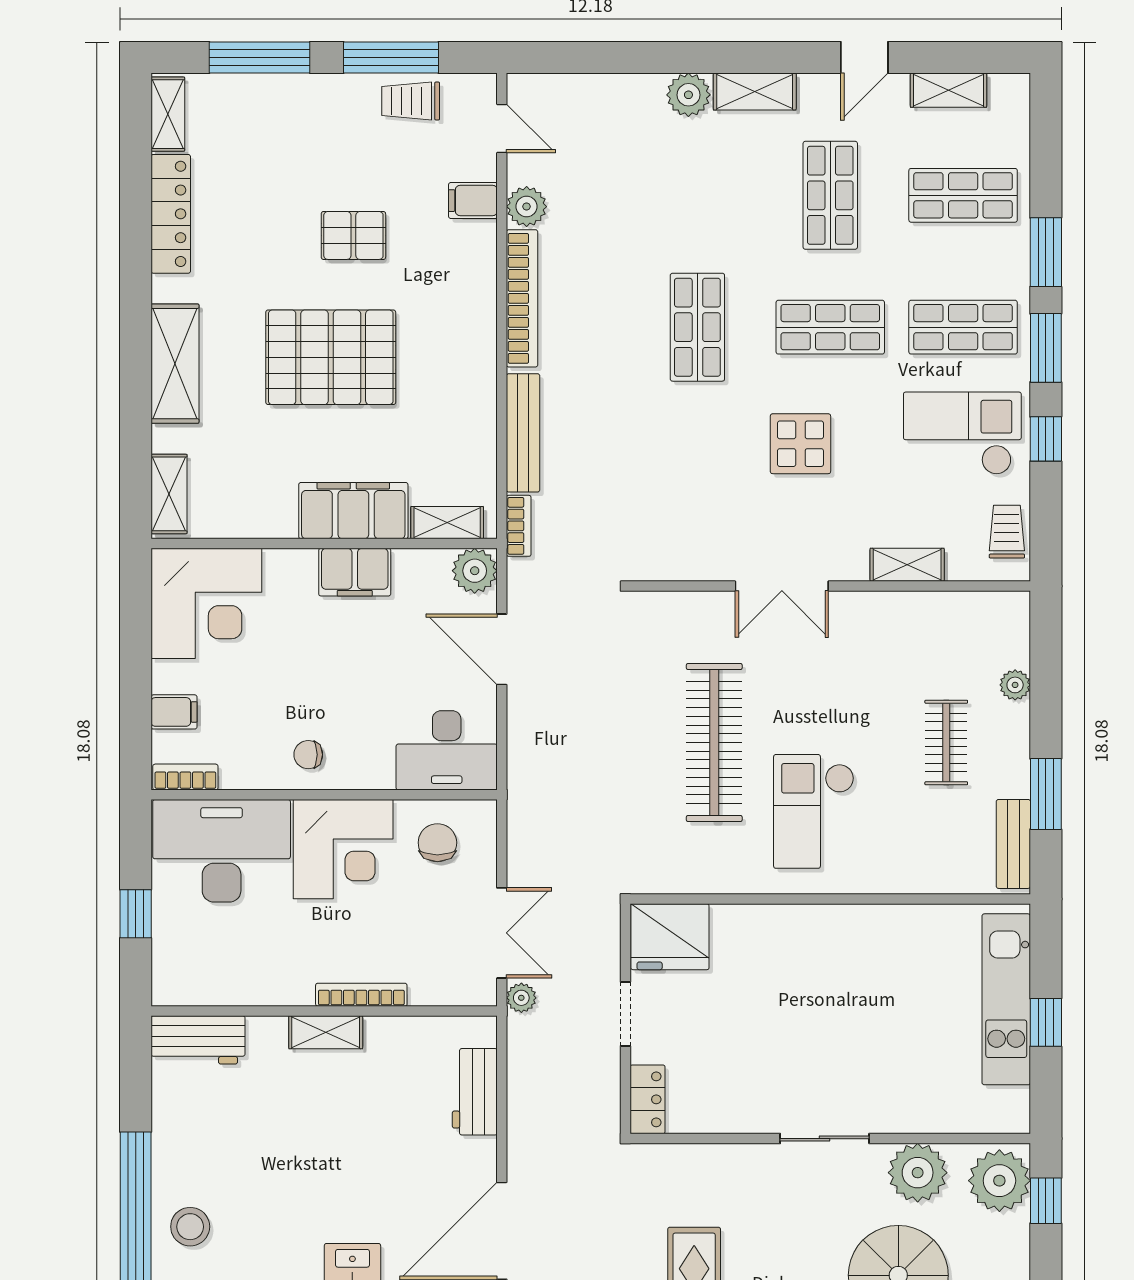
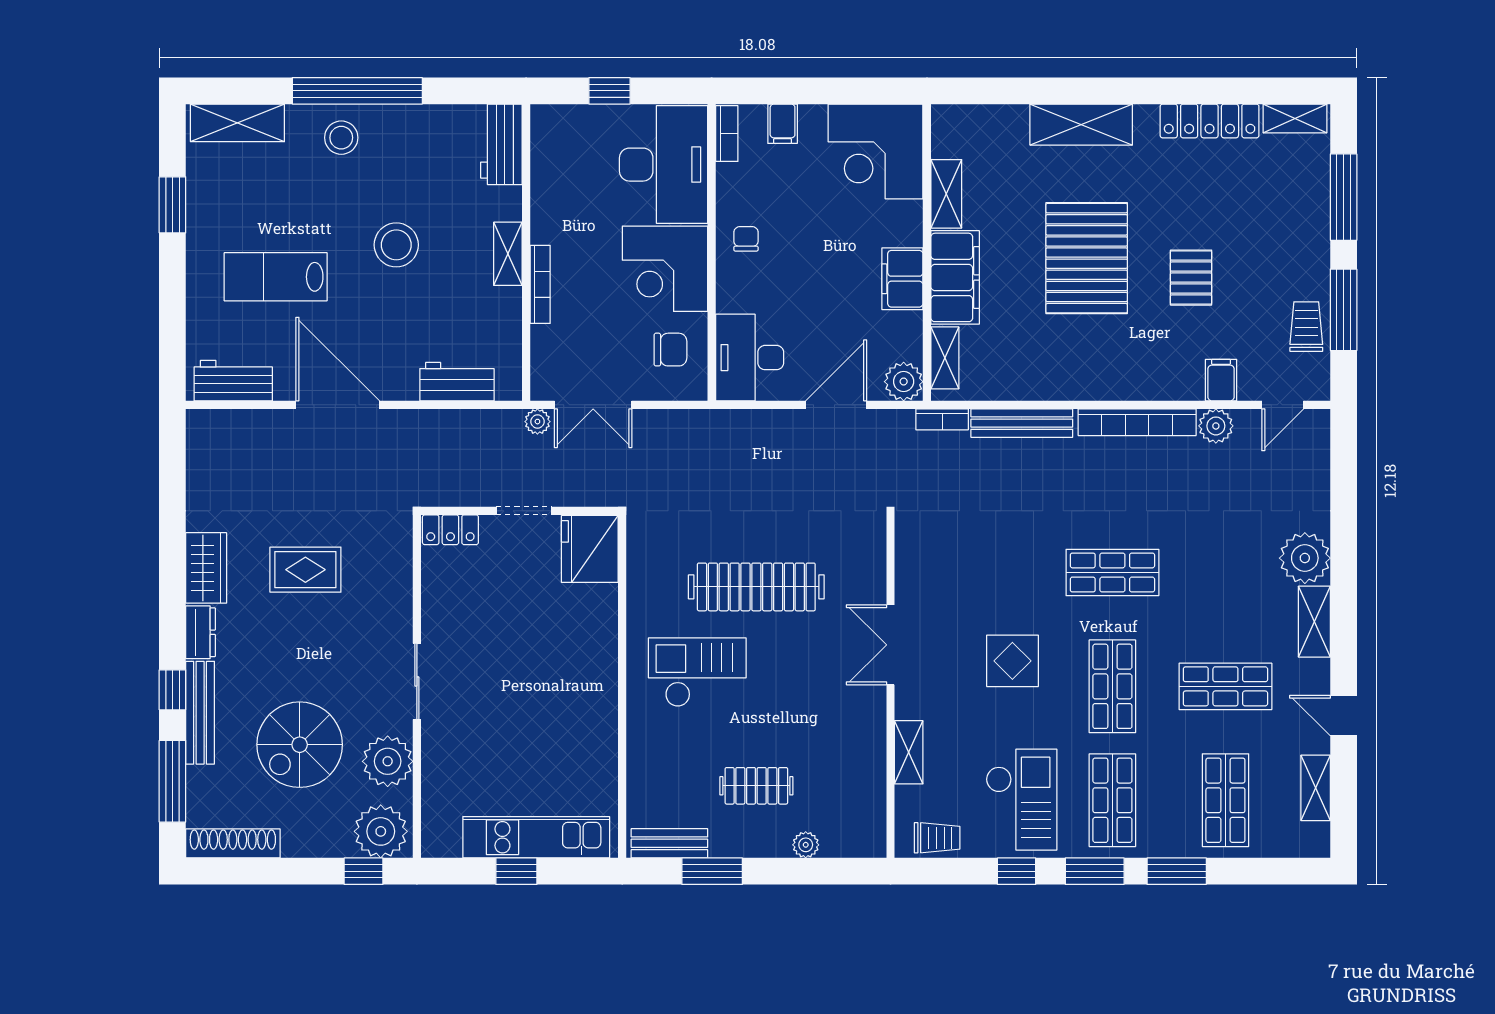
plant: (688, 95) -> (1305, 558), width x1.36, depth x1.36
shelving: (169, 494) -> (946, 194), moved, turned 90
stool: (315, 1163) -> (396, 245), added

